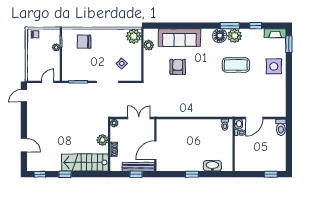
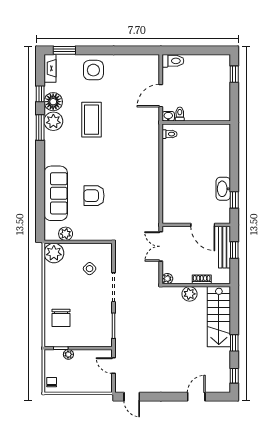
floor lamp: (220, 36) -> (53, 102), moved
door: (254, 118) -> (161, 96), swing flipped
washbasin: (212, 166) -> (223, 189), moved
window: (192, 174) -> (234, 200), moved

